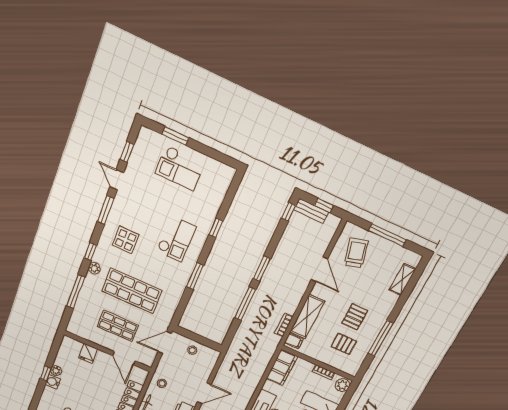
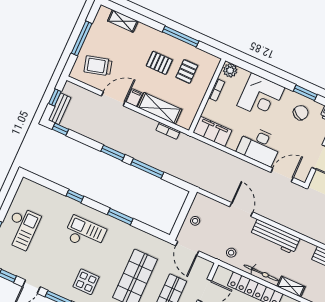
filing cabinet: (294, 341) -> (134, 98), moved

